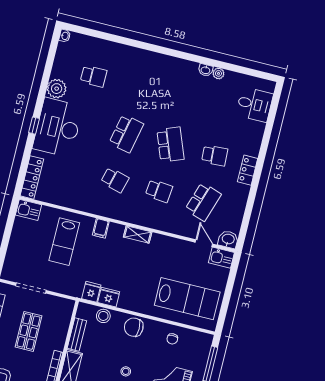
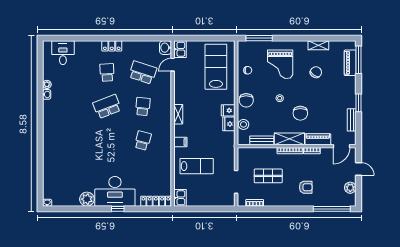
school desk: (94, 76) -> (71, 175), removed
school desk: (126, 134) -> (107, 141), removed
fridge: (91, 292) -> (228, 110), moved

